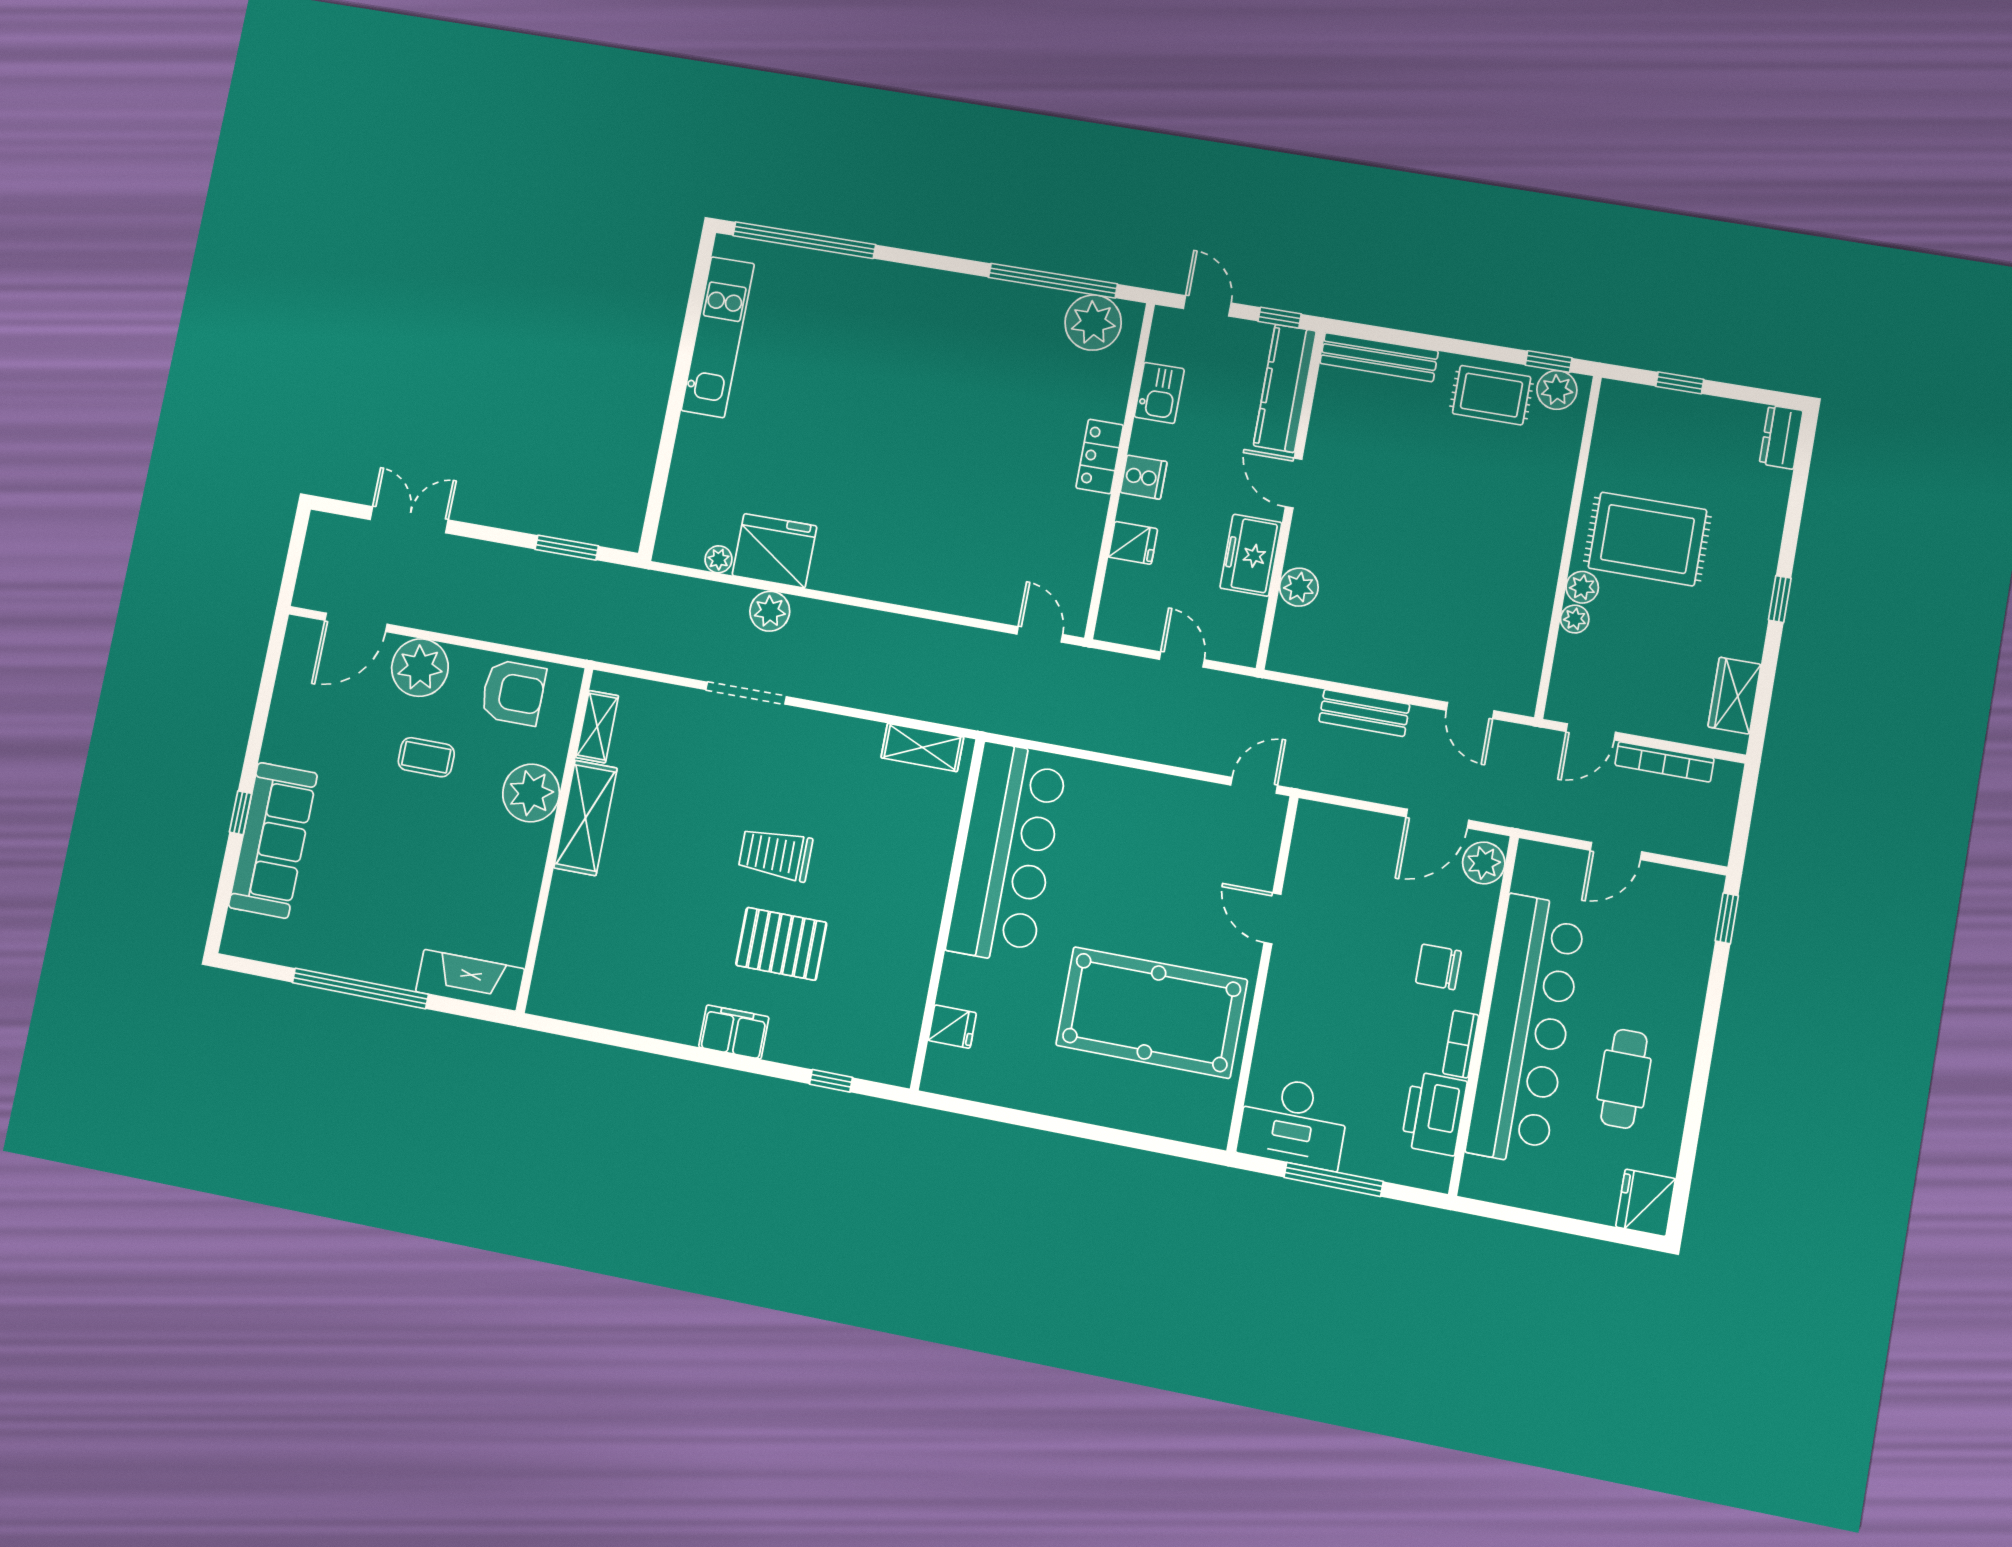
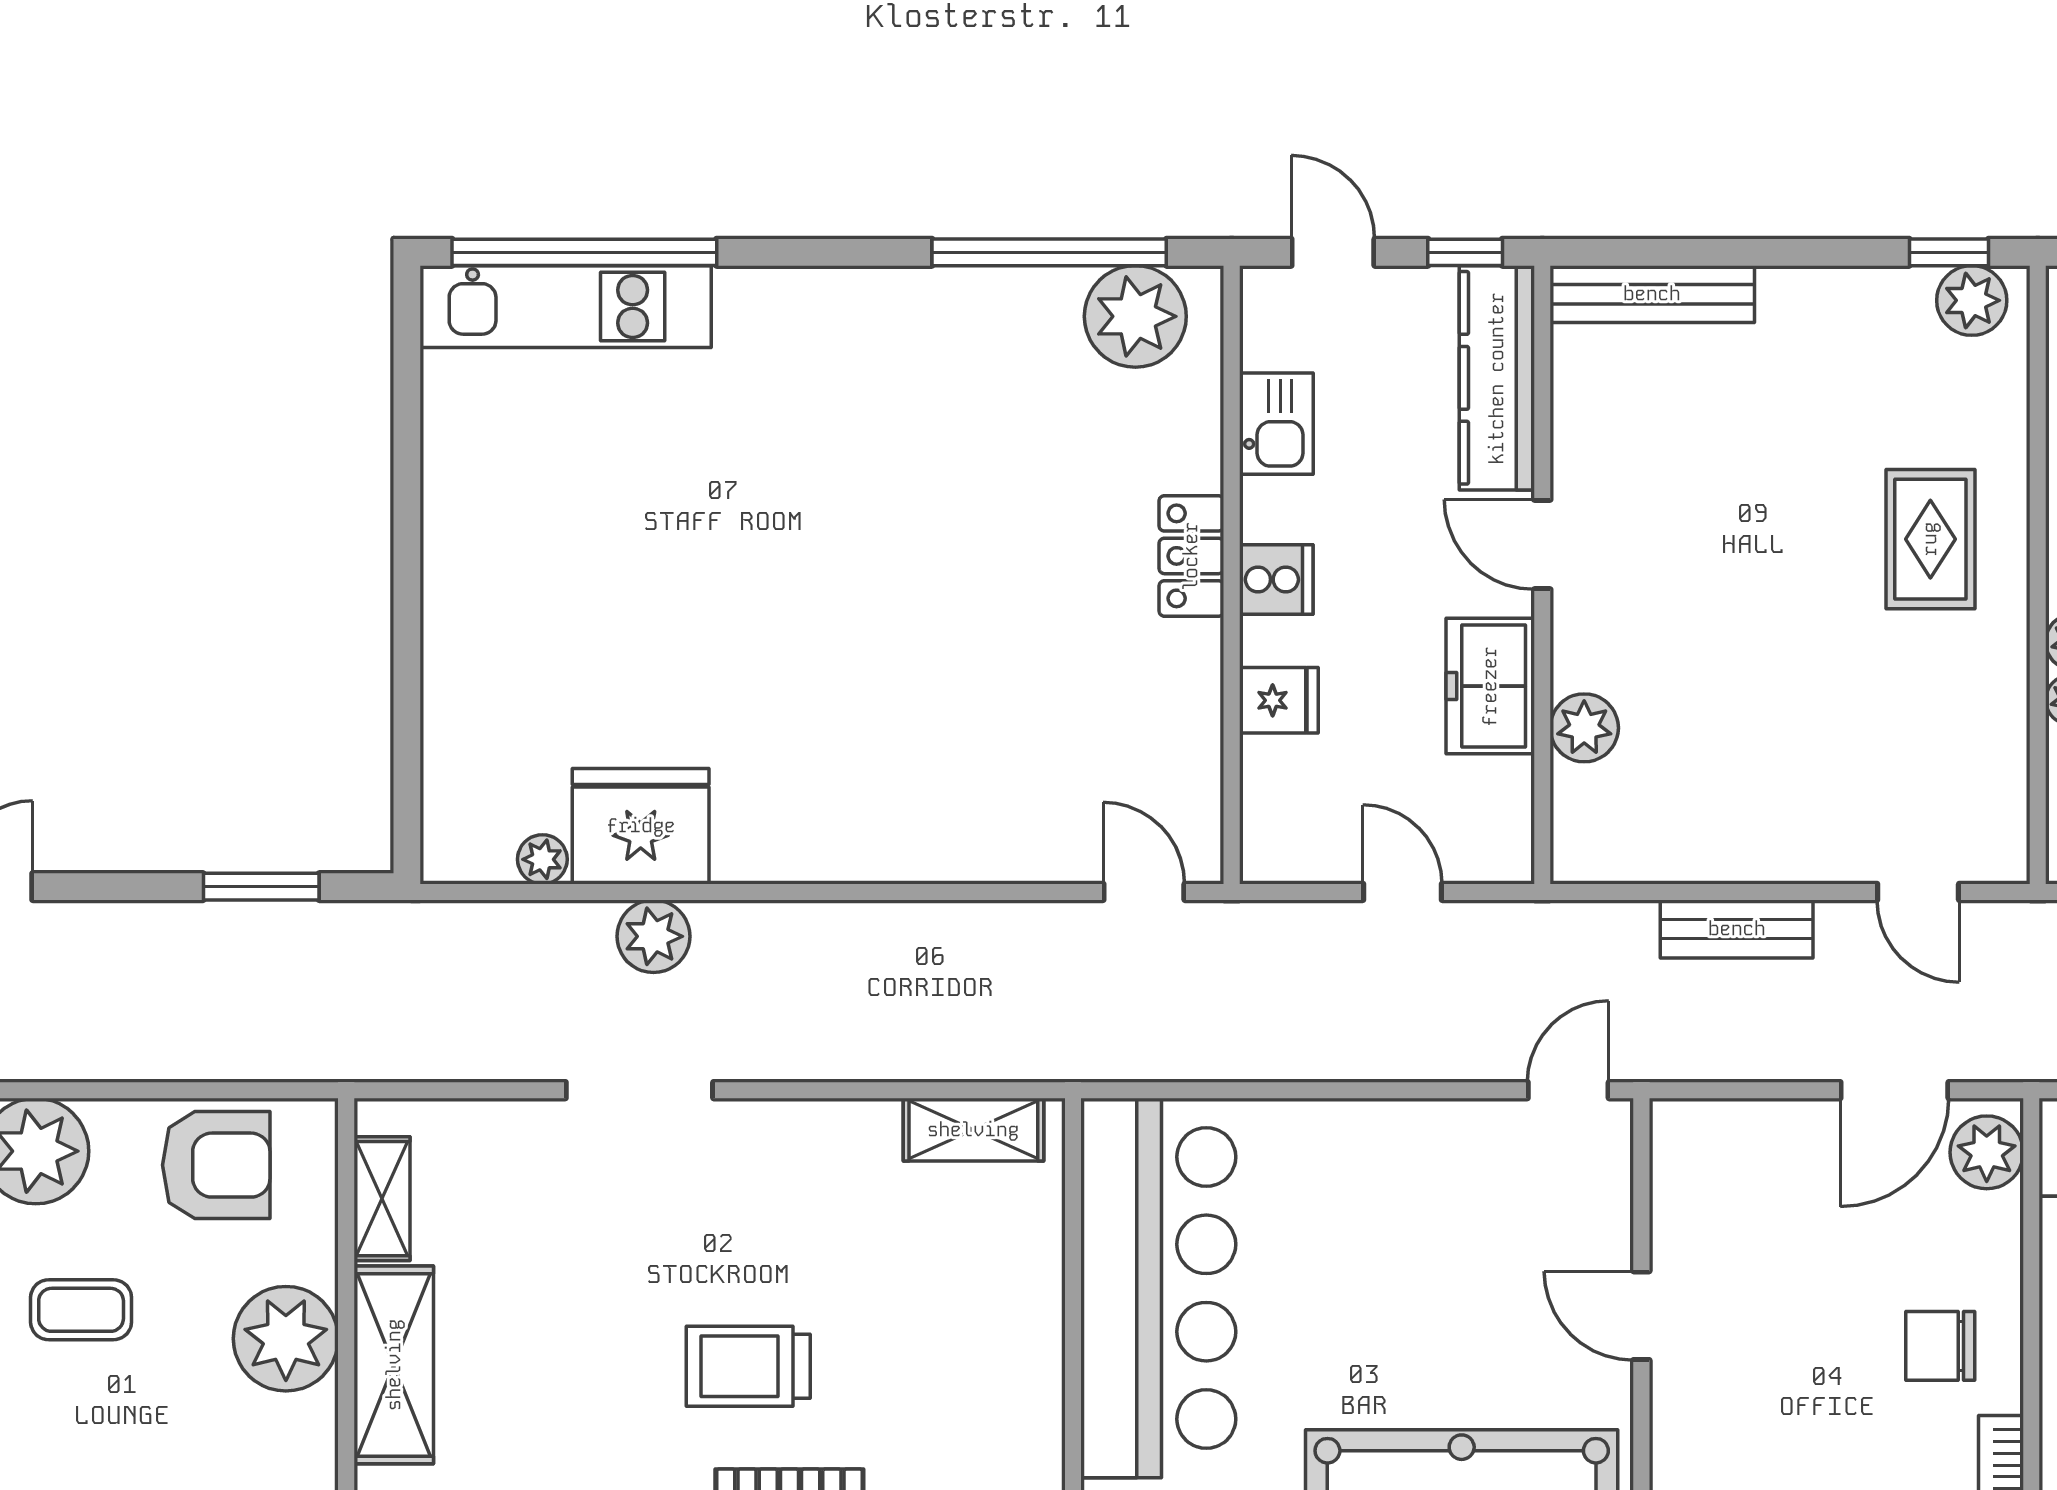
kitchen unit: (718, 337) -> (566, 307), moved, turned 90
rug: (1491, 395) -> (1930, 539), moved, turned 90

